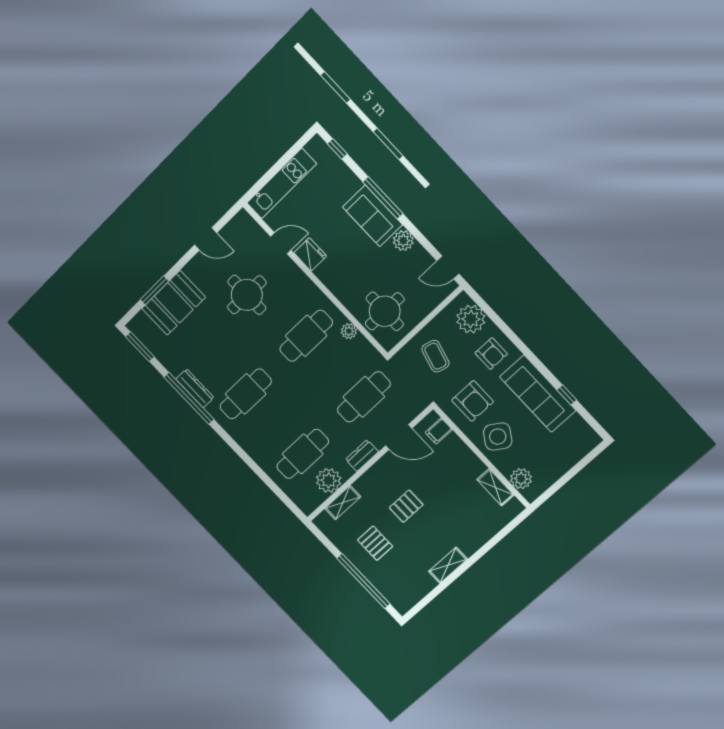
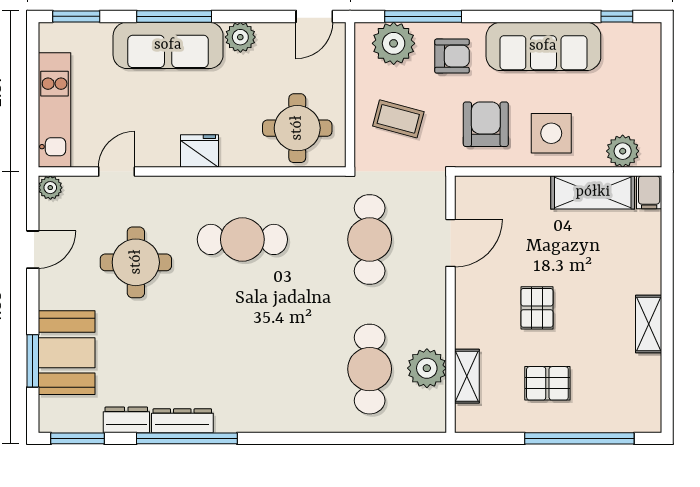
window: (337, 149) -> (76, 16), width x1.50
sofa: (373, 216) -> (168, 45), width x1.36
fridge: (310, 254) -> (199, 151), moved
window: (498, 321) -> (423, 16), added
plant: (349, 331) -> (50, 188), moved
cafe table: (306, 336) -> (242, 239), turned 90
cafe table: (246, 394) -> (242, 369), removed
window: (567, 395) -> (617, 16), moved
armchair: (473, 401) -> (486, 124), turned -90
filing cabinet: (439, 431) -> (649, 192), moved
side table: (498, 437) -> (551, 133), turned -33
dresser: (362, 456) -> (126, 420), moved, turned 90
shelving: (495, 487) -> (593, 192), width x1.50, depth x1.33

